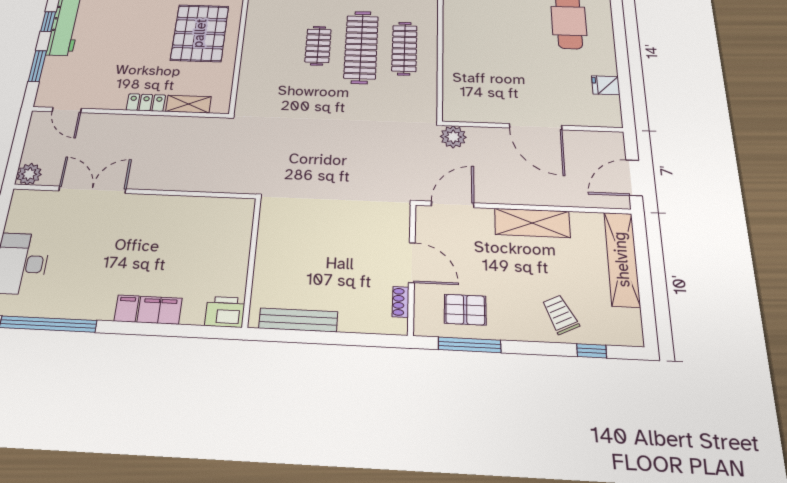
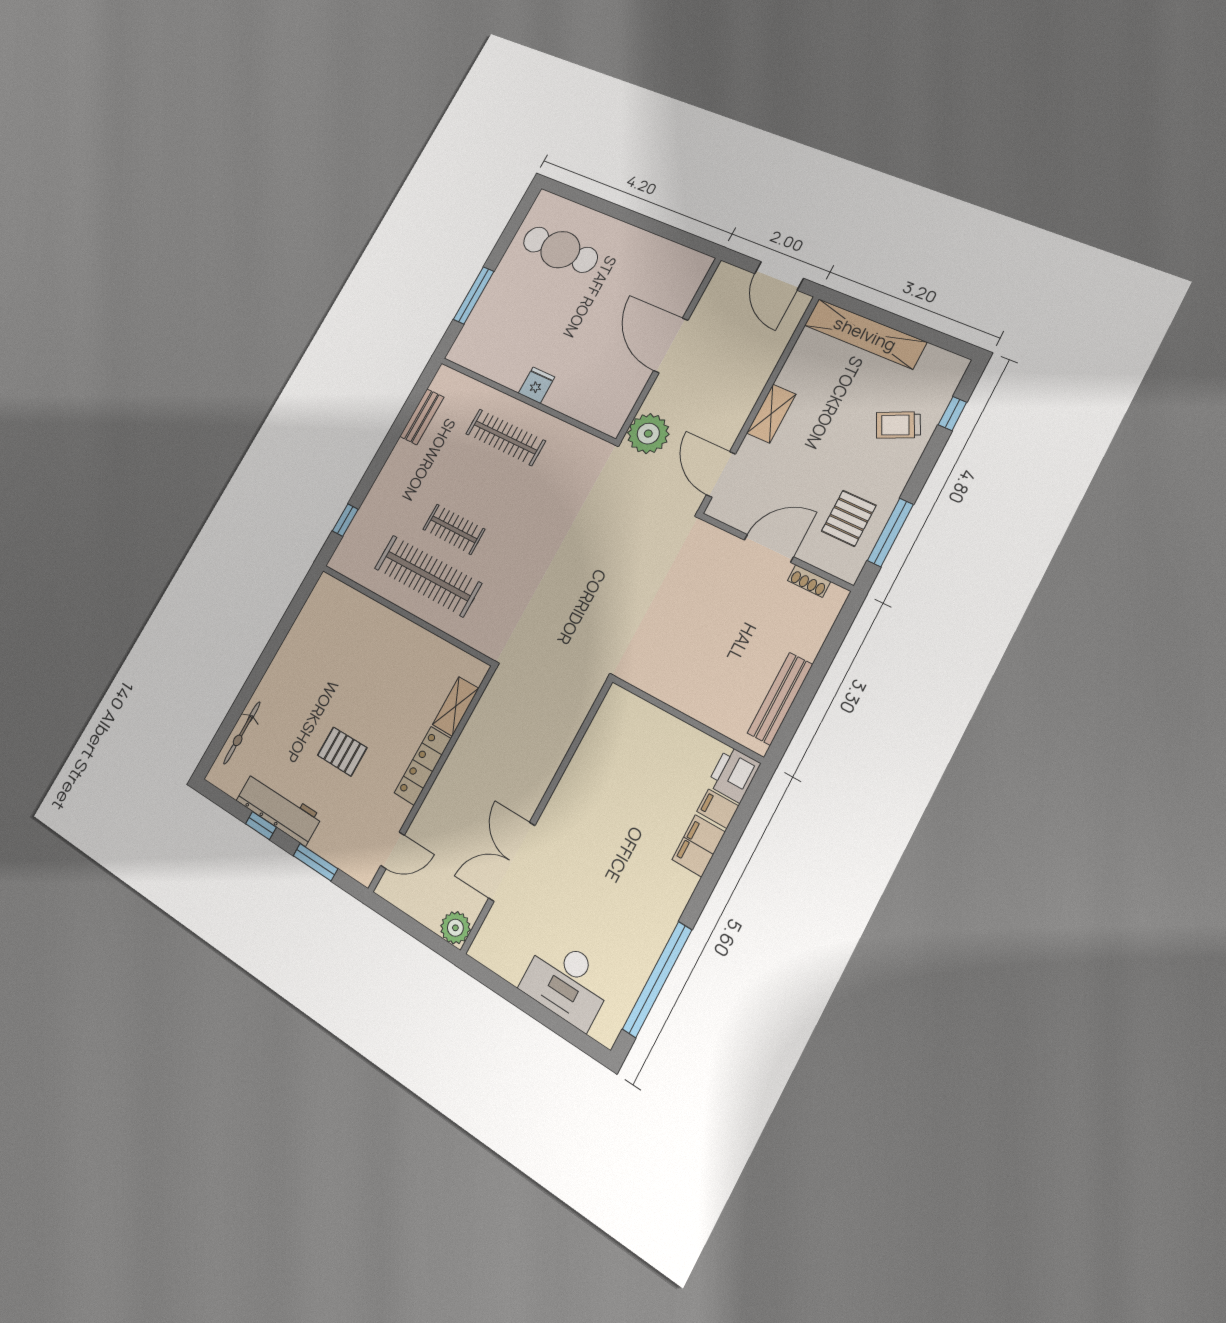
pallet: (200, 33) -> (342, 752), moved, width x0.49, depth x0.50
clothes rail: (361, 47) -> (428, 576), moved
fridge: (606, 85) -> (537, 385), moved, turned 180
locker: (146, 103) -> (423, 766), width x1.53
door: (536, 127) -> (671, 345), swing flipped
plant: (453, 137) -> (648, 434), width x1.36, depth x1.36
shelving: (532, 223) -> (771, 414), width x0.67, depth x0.75
filing cabinet: (127, 308) -> (718, 809), moved

